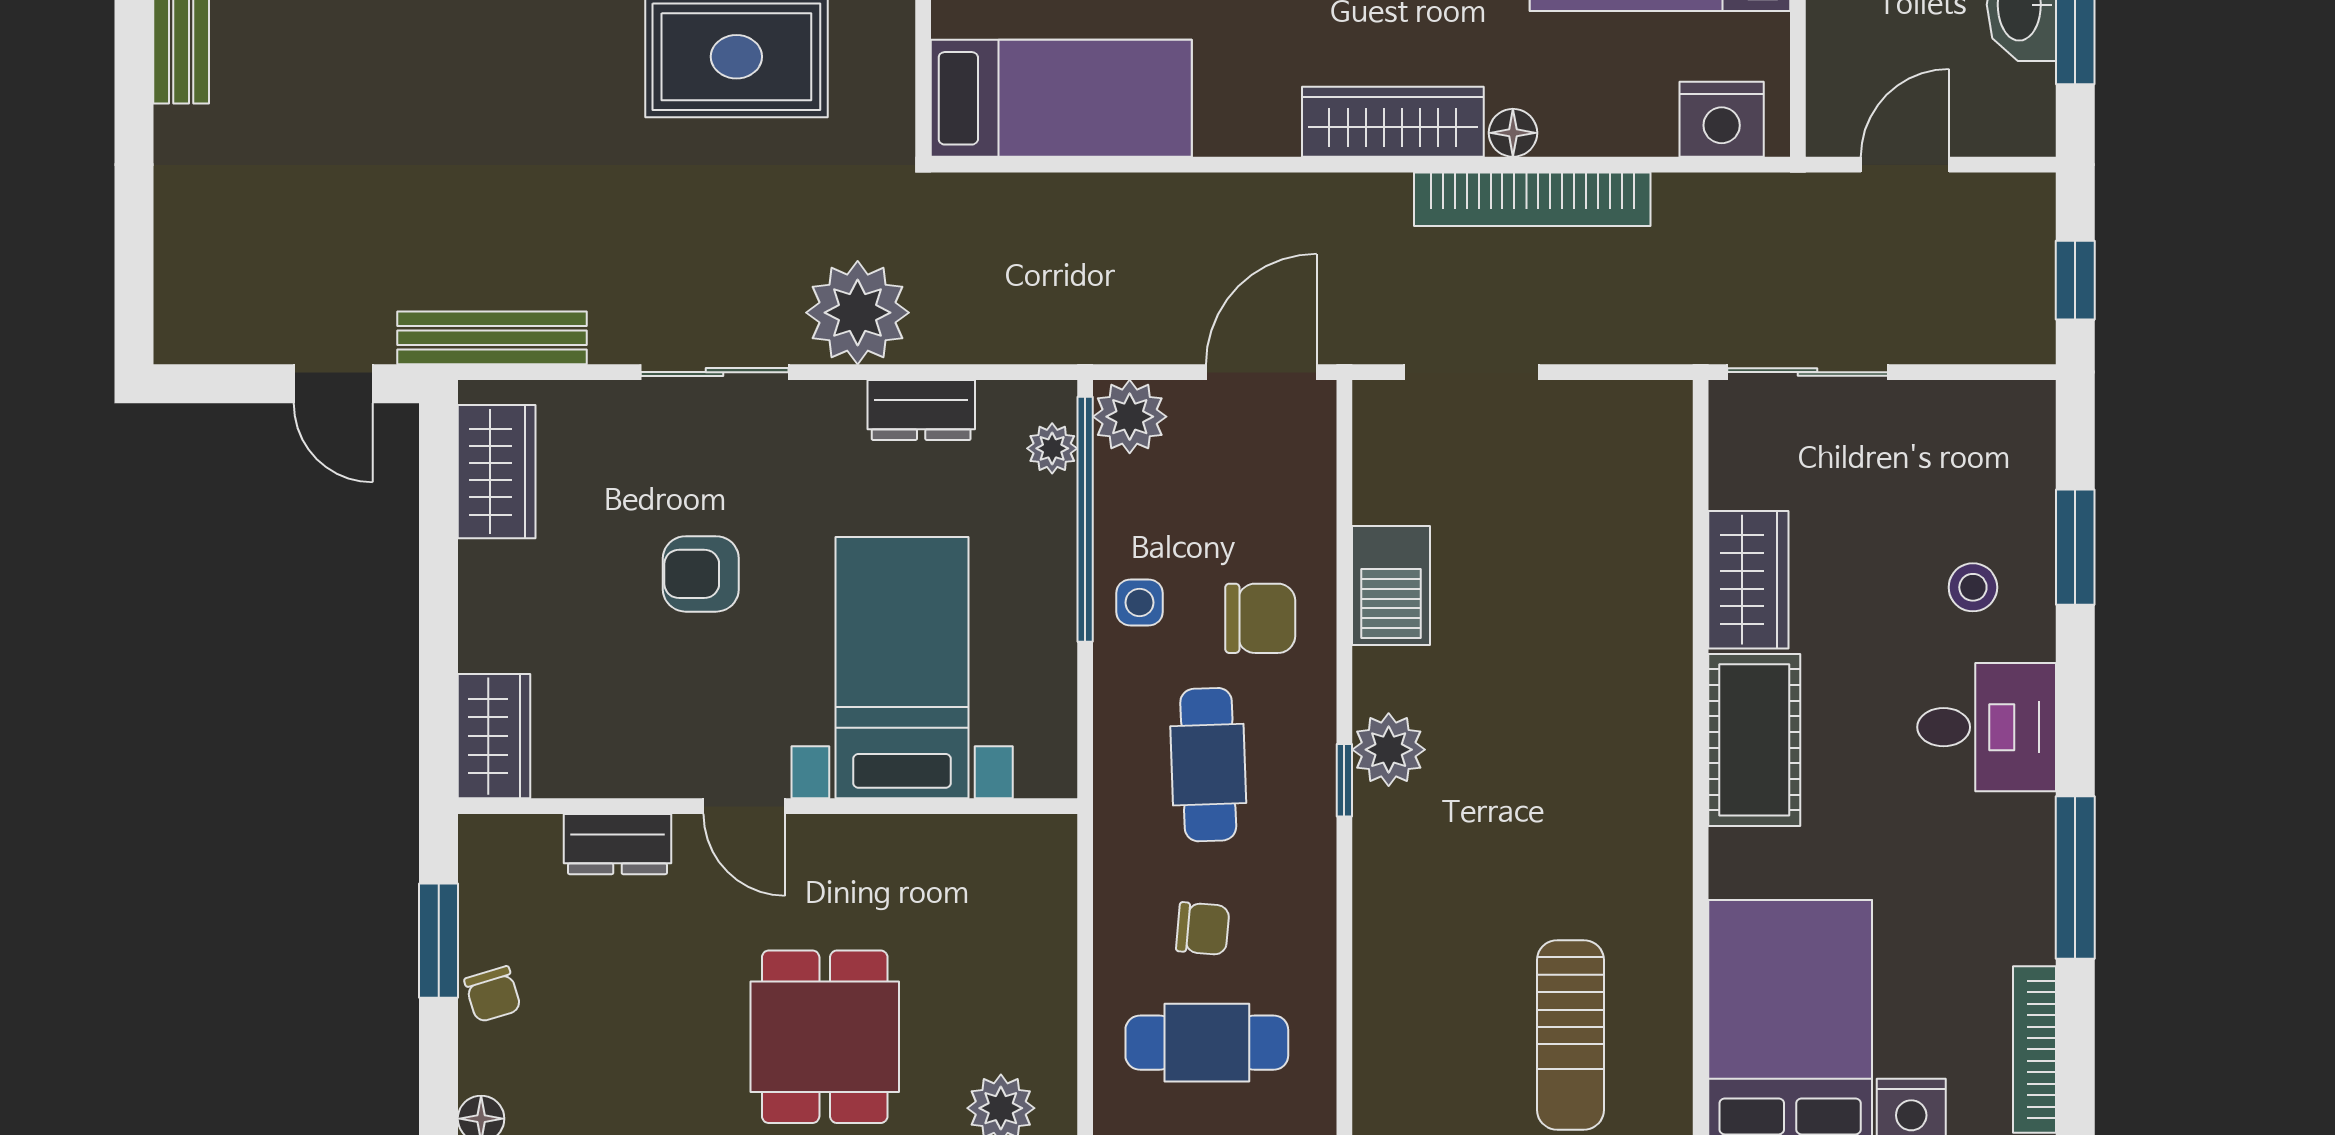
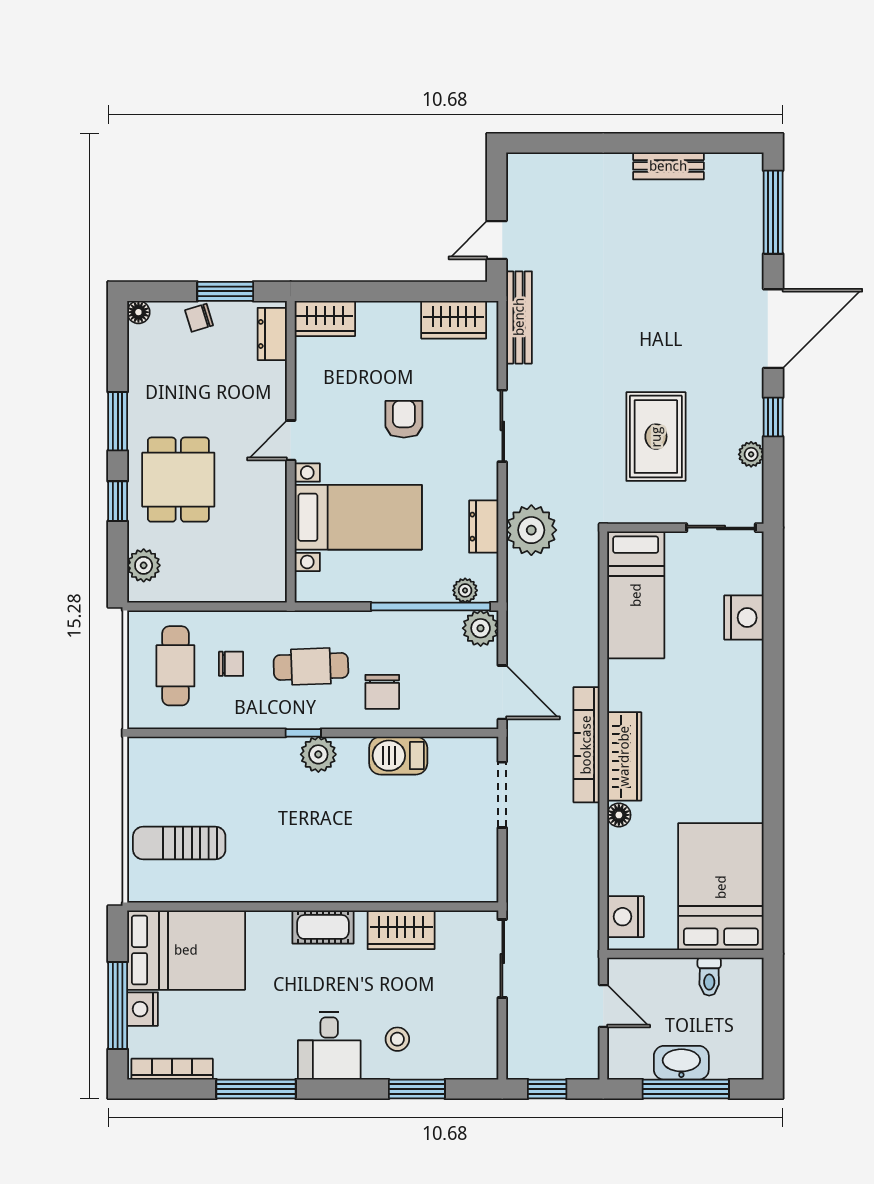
bookcase: (1532, 199) -> (586, 745), moved
plant: (858, 313) -> (531, 530), moved
side table: (1139, 603) -> (390, 633), removed
cot: (1754, 740) -> (323, 927), width x0.73, depth x0.75
dresser: (618, 844) -> (272, 334), moved
chair: (1203, 929) -> (231, 664), turned -95
dining table: (825, 1037) -> (178, 480), turned 90

